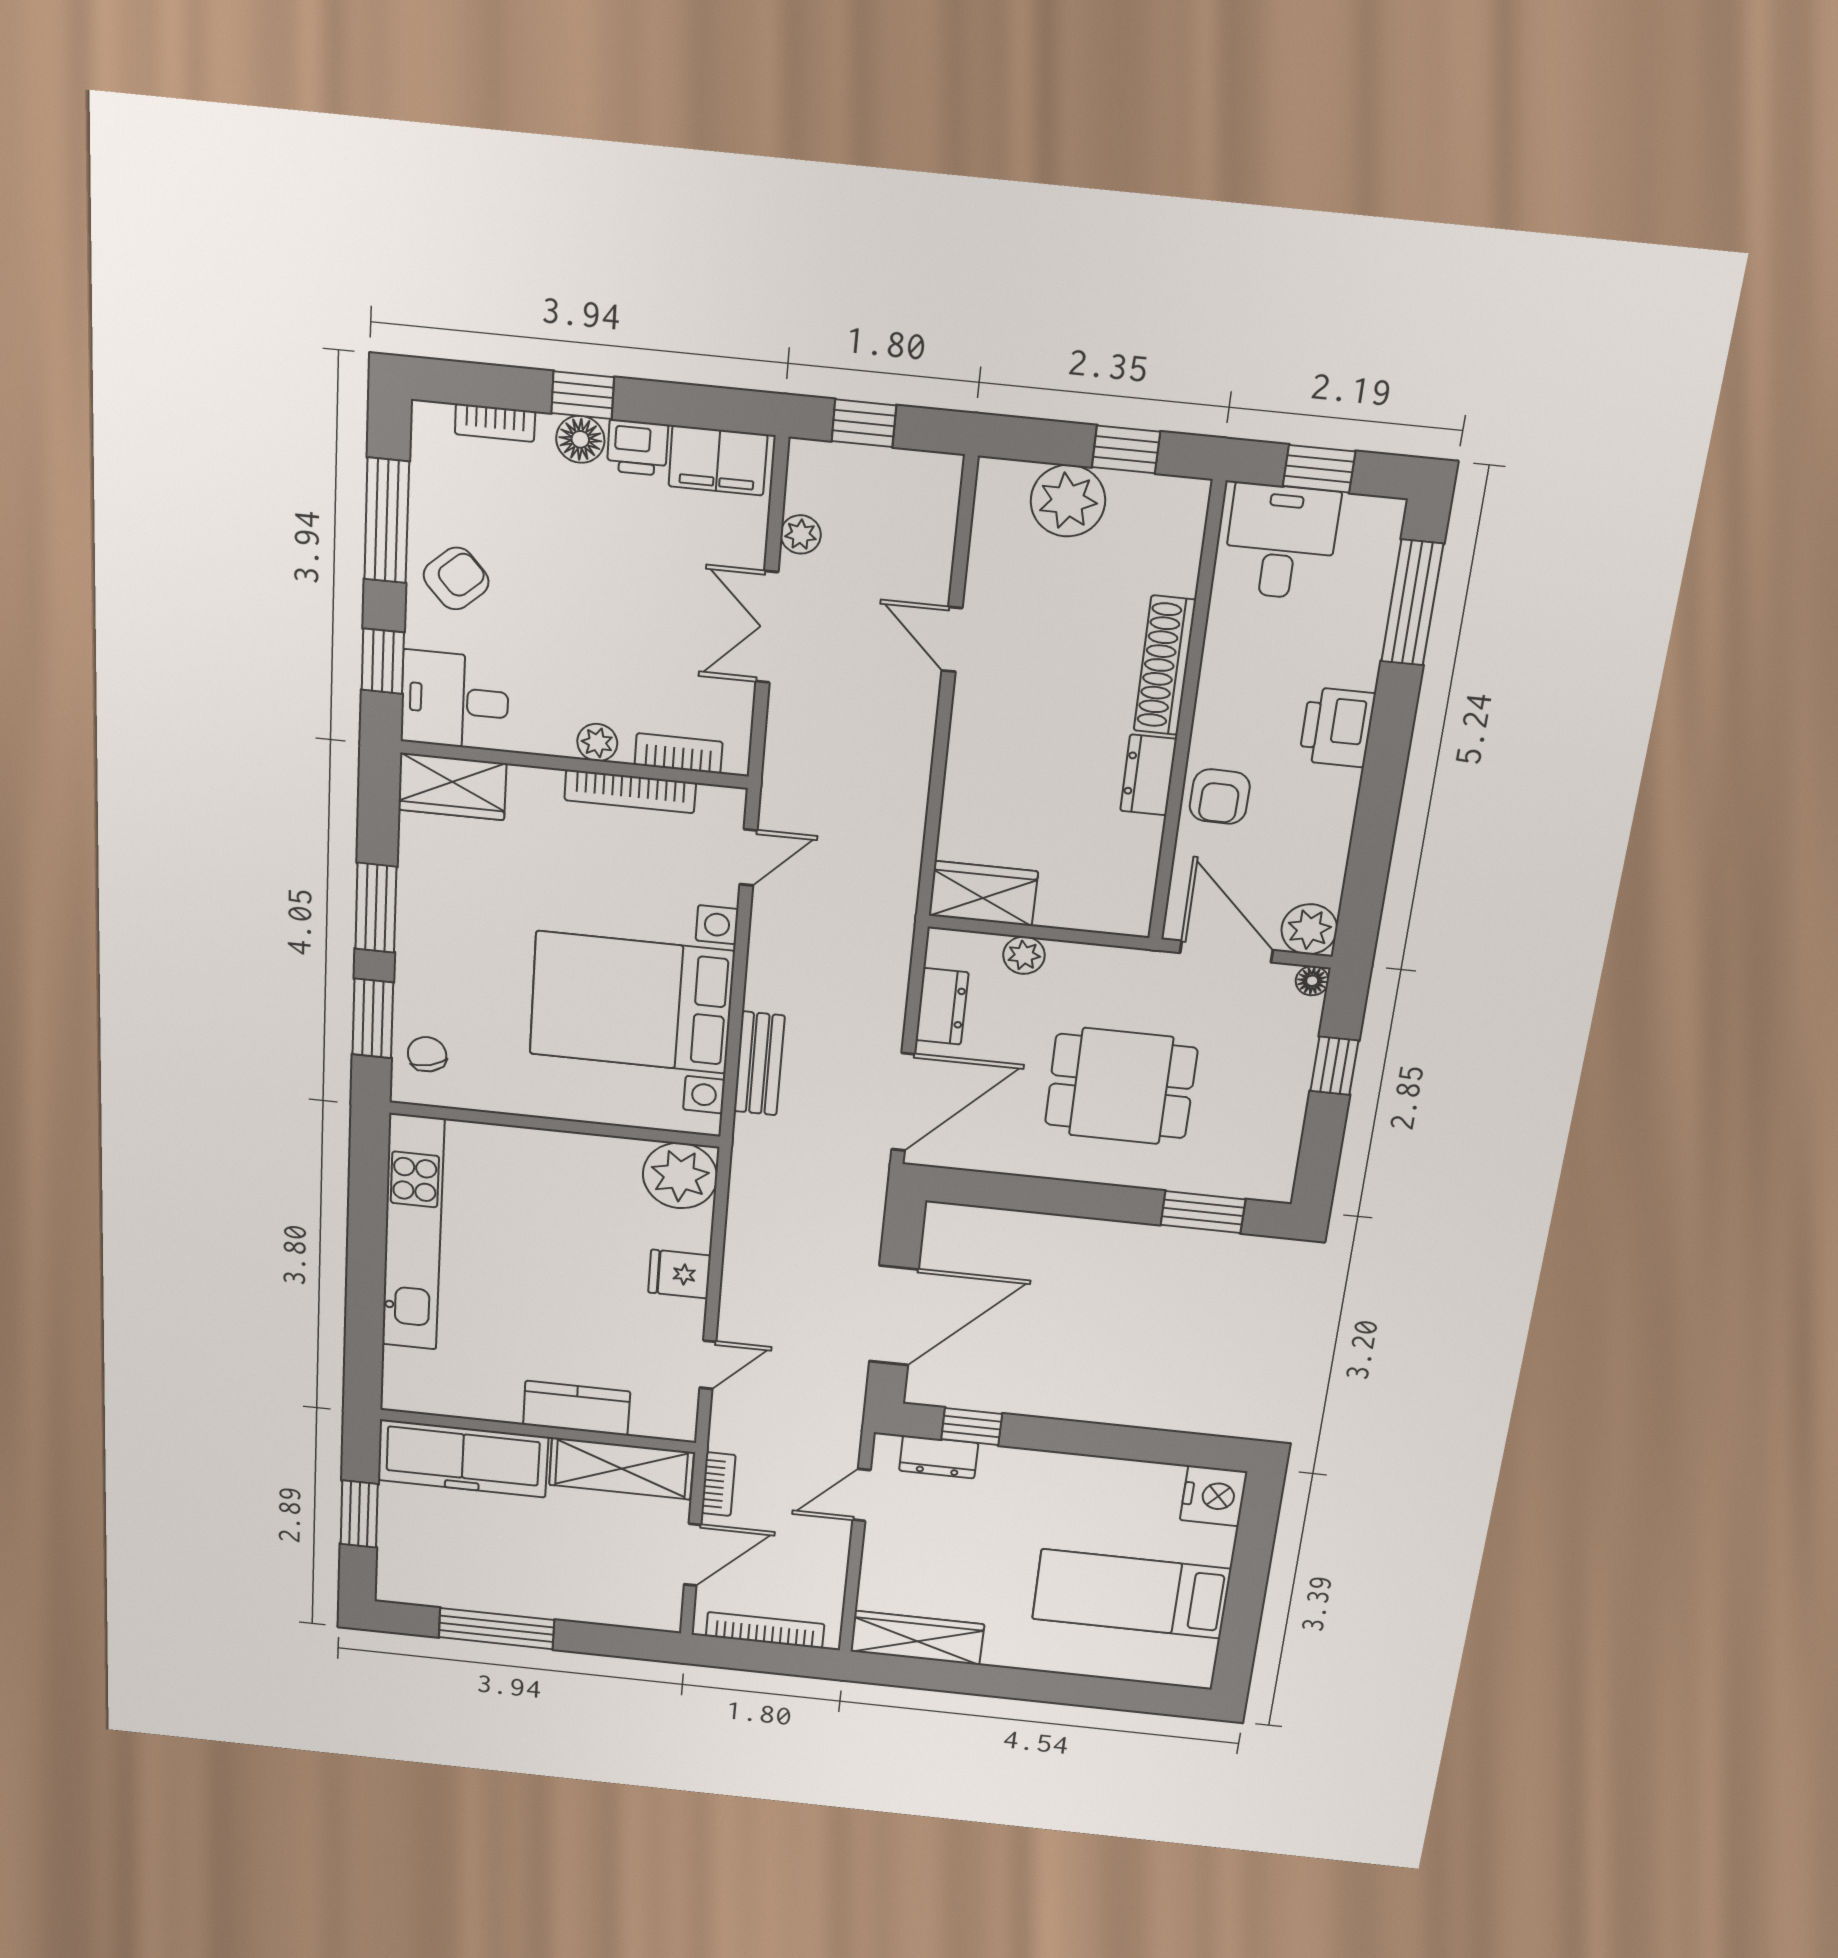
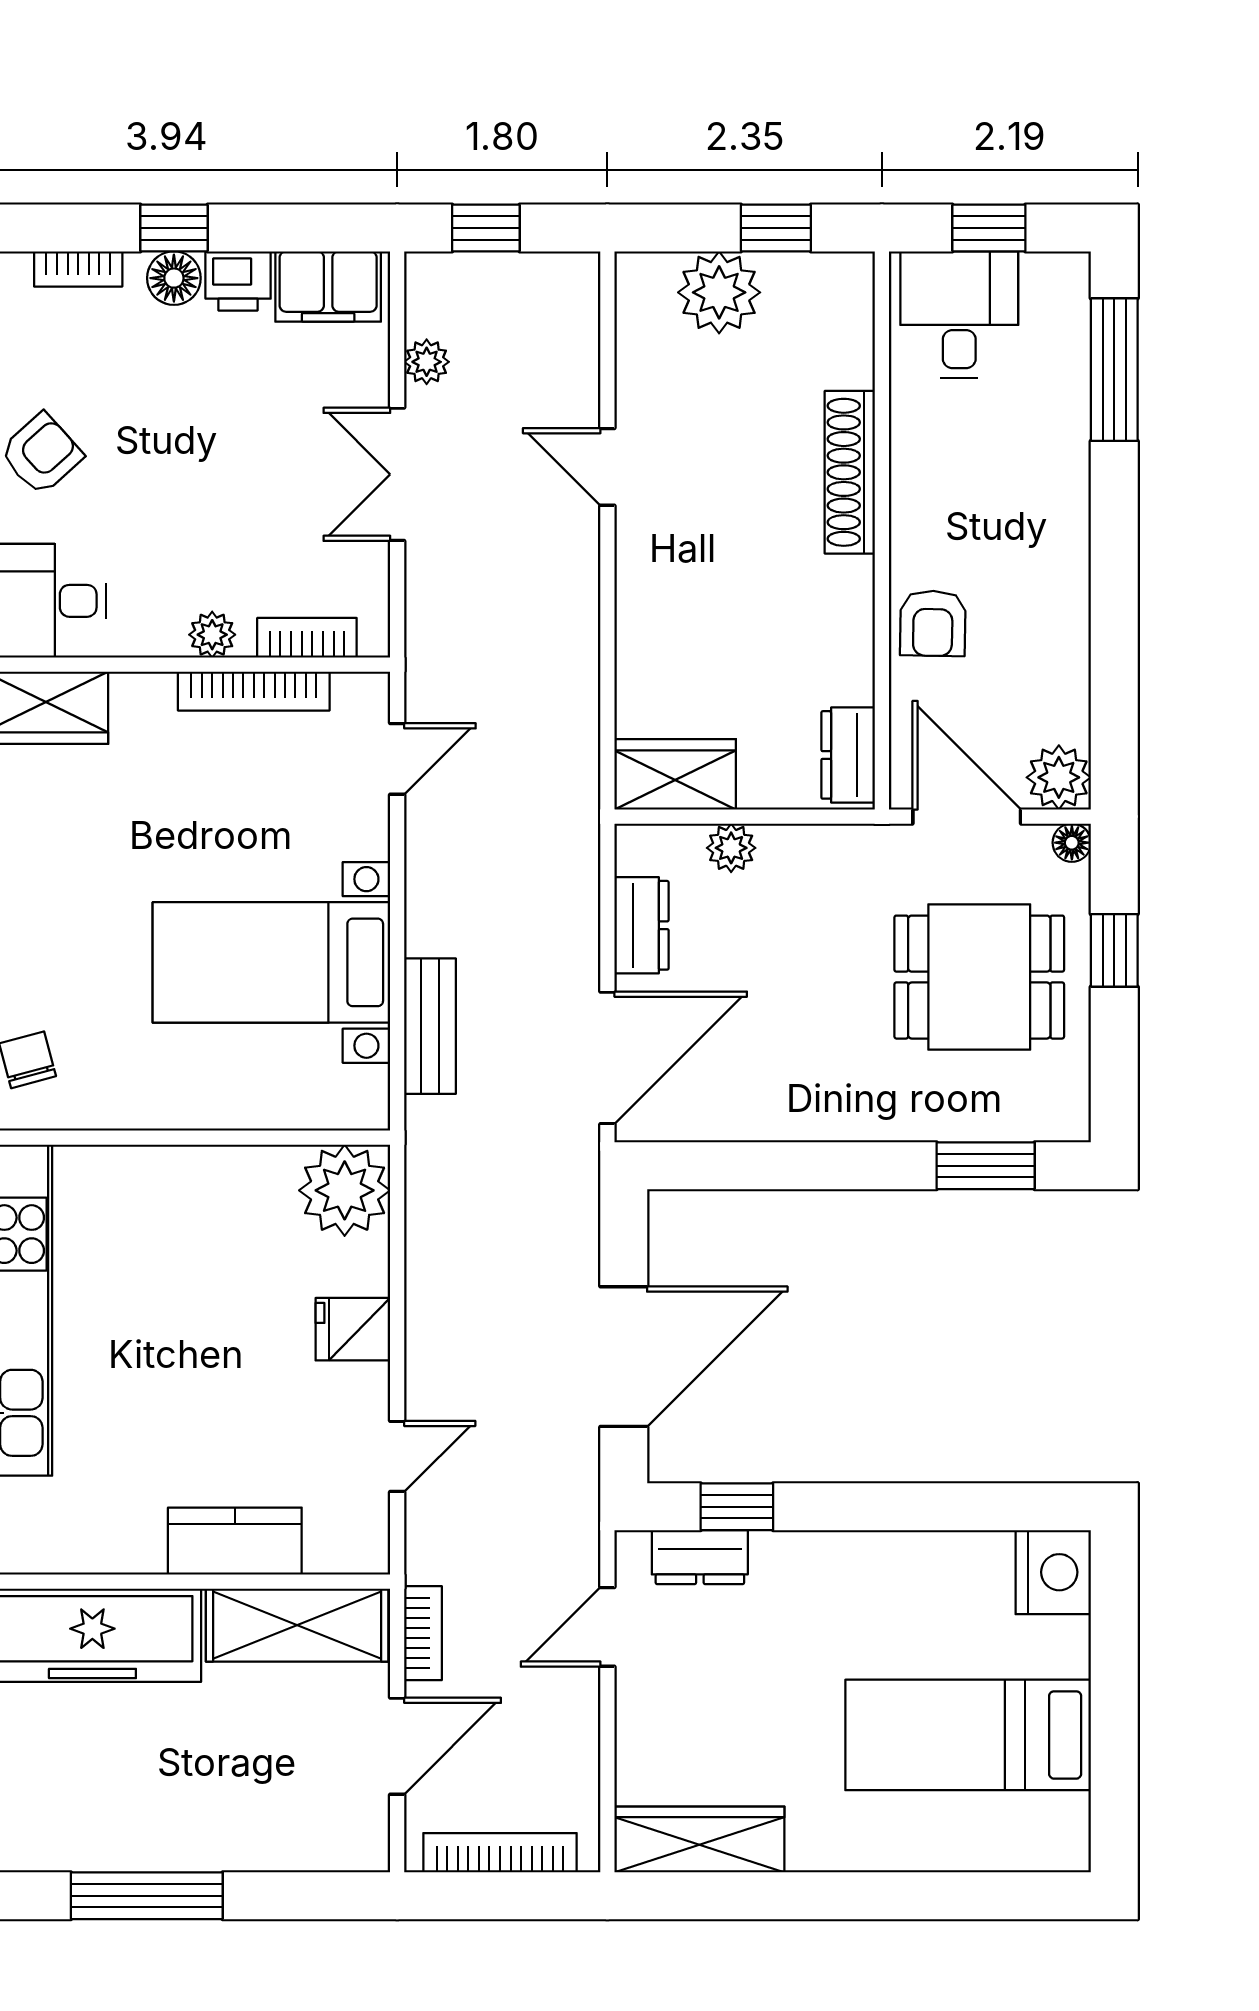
printer: (1337, 727) -> (1053, 525), removed
dresser: (1148, 775) -> (848, 755), moved
bed with nightstands: (632, 1003) -> (271, 962), width x0.73
dining table: (1121, 1086) -> (979, 977), moved

